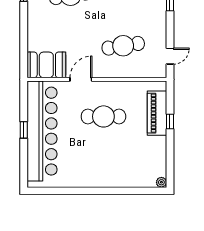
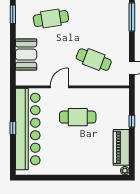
cafe table: (123, 46) -> (94, 60), turned 30
booth: (46, 65) -> (26, 55), moved, turned 90
piano: (157, 113) -> (121, 147), moved

